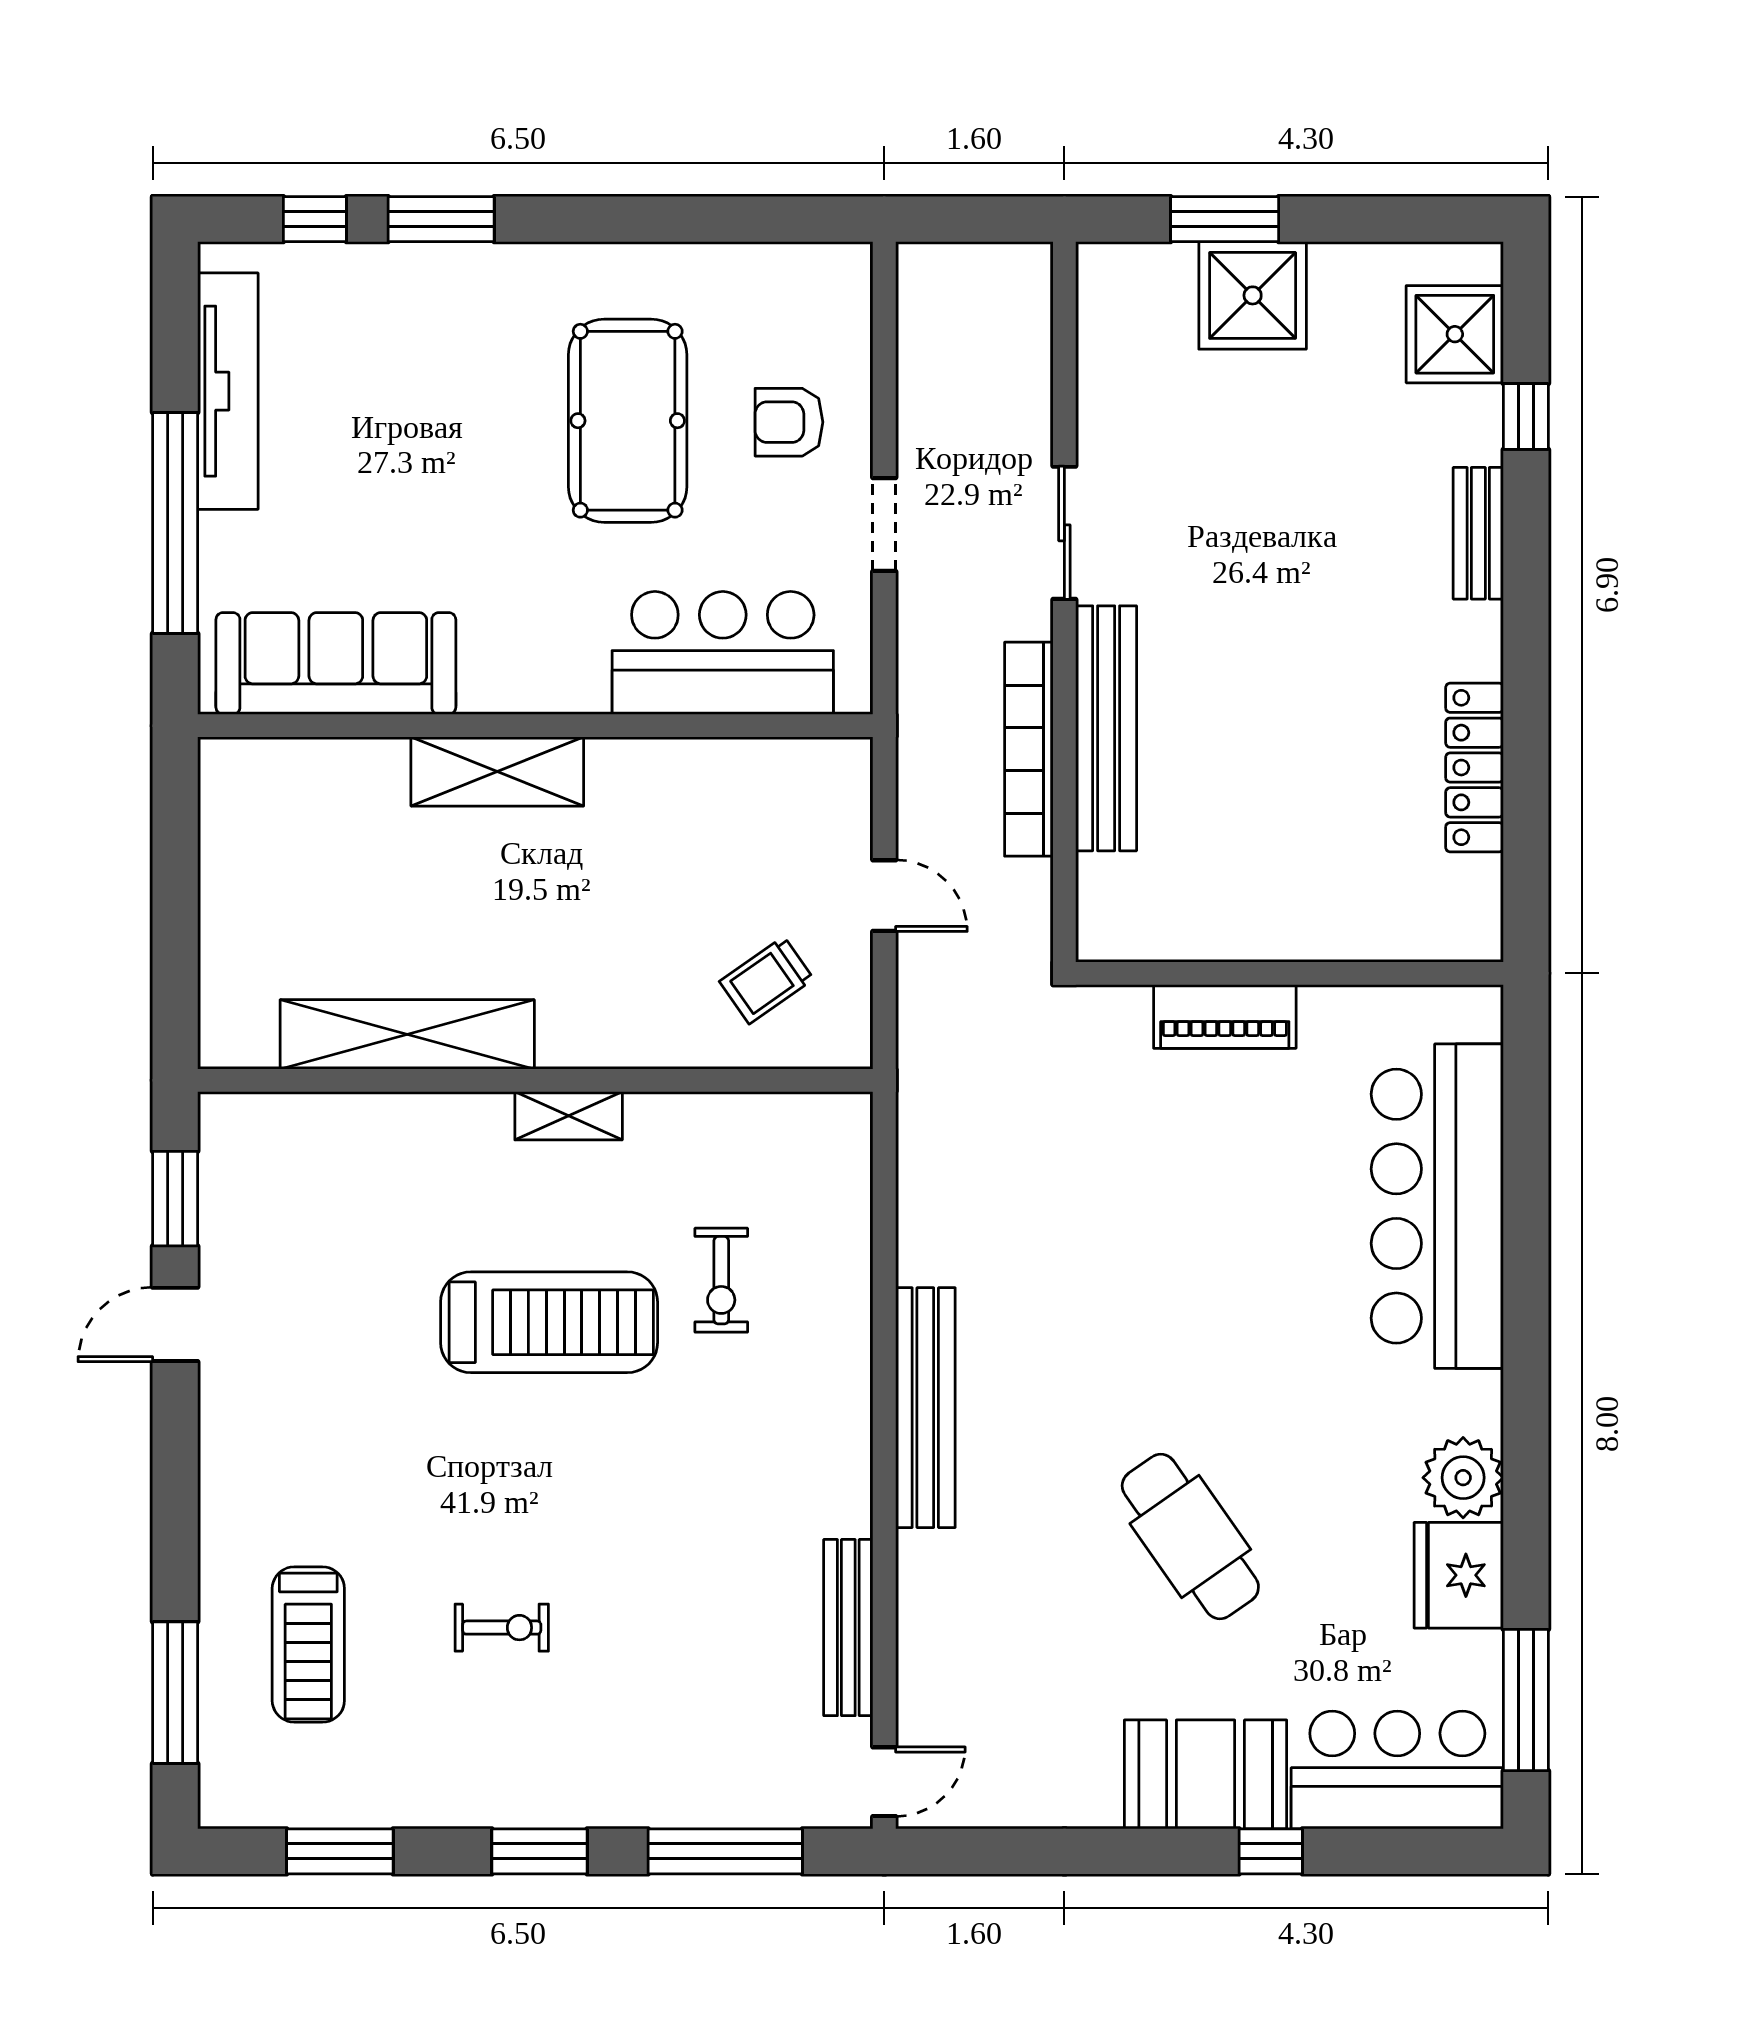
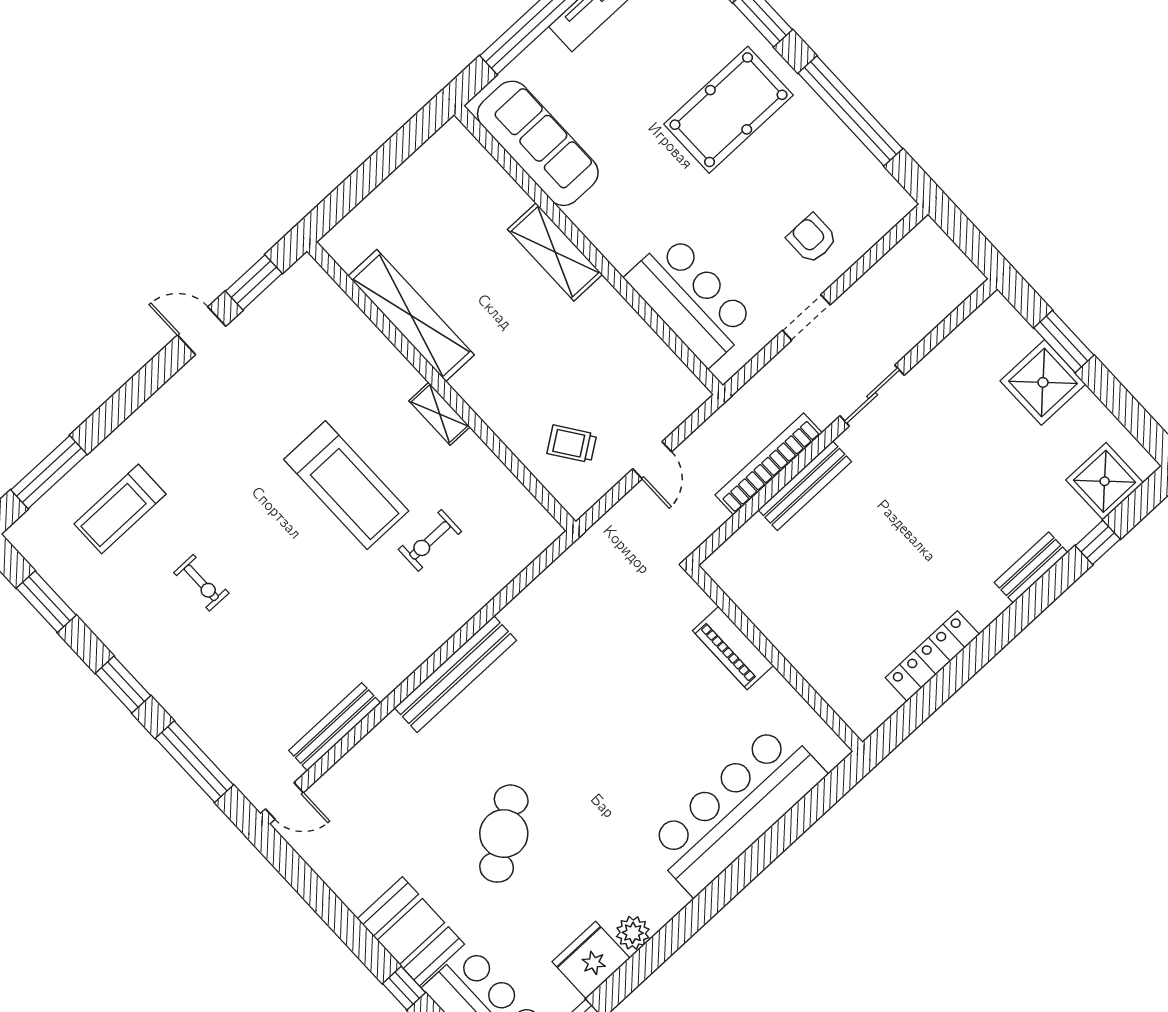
window: (669, 219) -> (850, 111), added
pool table: (628, 421) -> (729, 110), moved
bench: (1106, 728) -> (805, 486), width x0.73, depth x0.82
plant: (1463, 1478) -> (633, 933), width x0.73, depth x0.73

